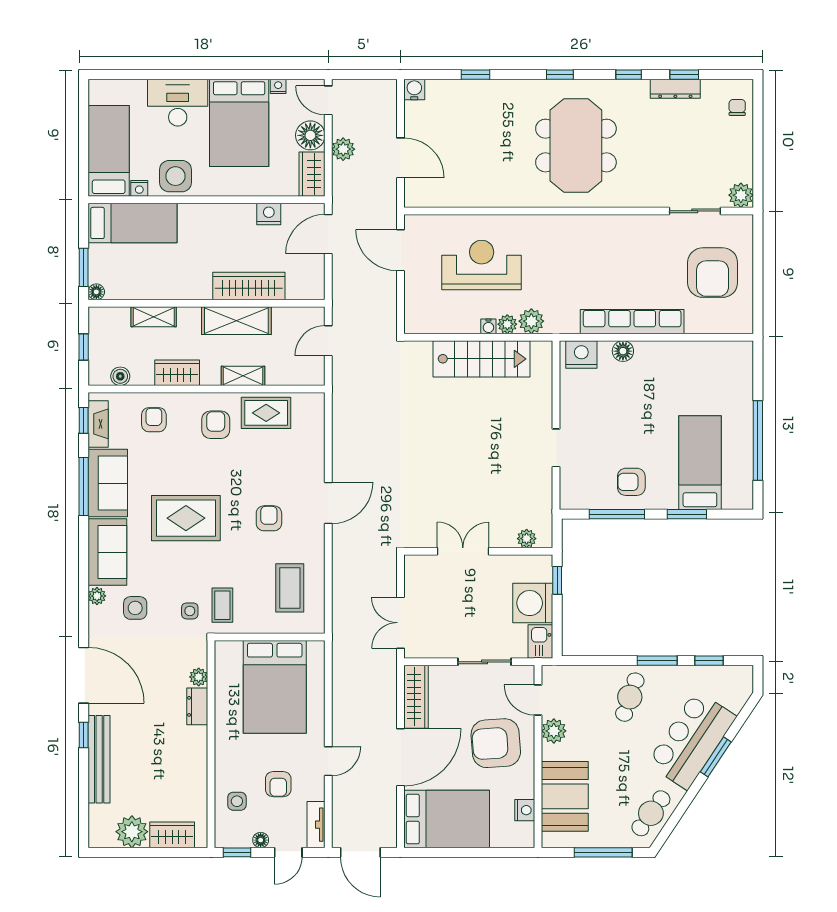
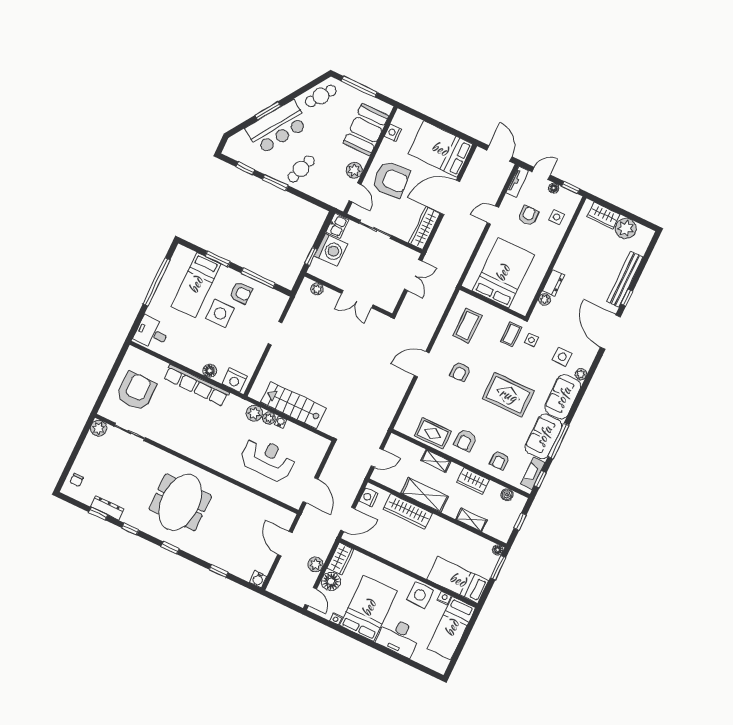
nightstand: (269, 214) -> (368, 497), moved, turned 90
reception desk: (482, 265) -> (268, 459), turned 180
desk: (730, 366) -> (152, 333), added
side table: (647, 439) -> (220, 313), added

